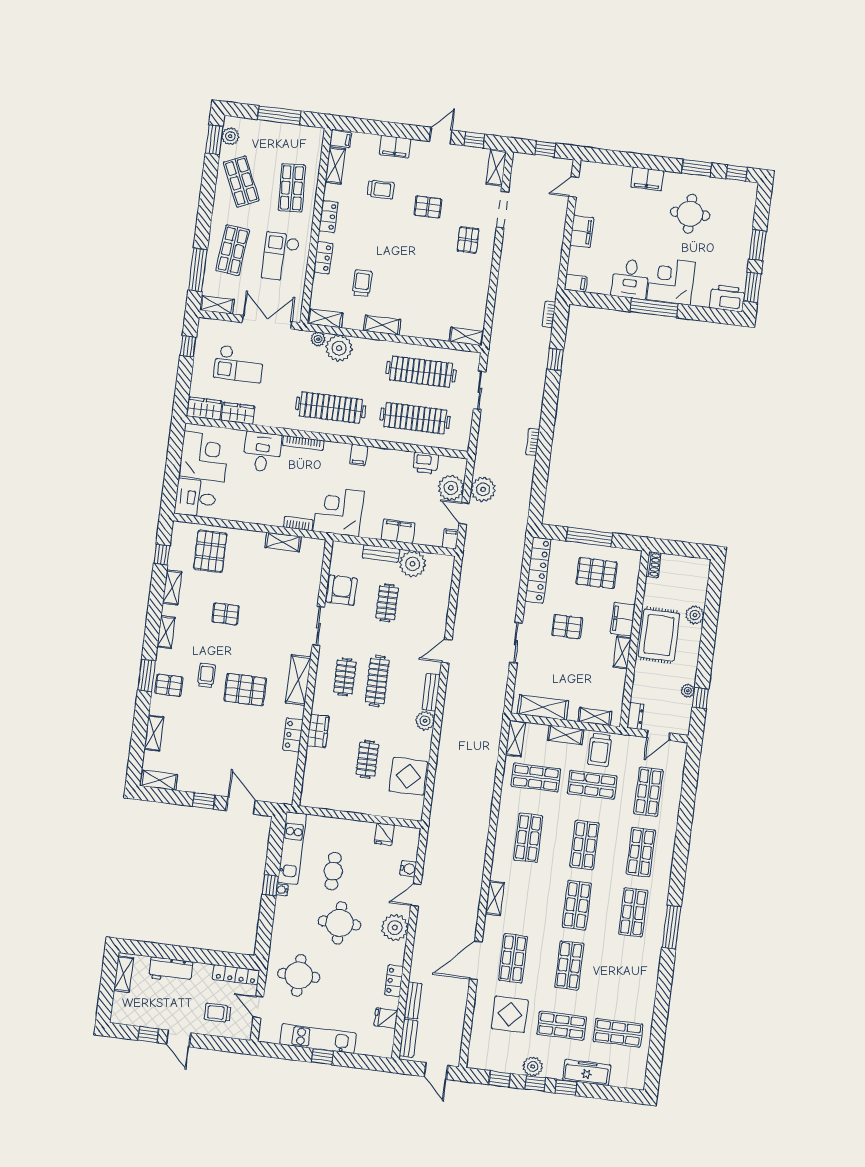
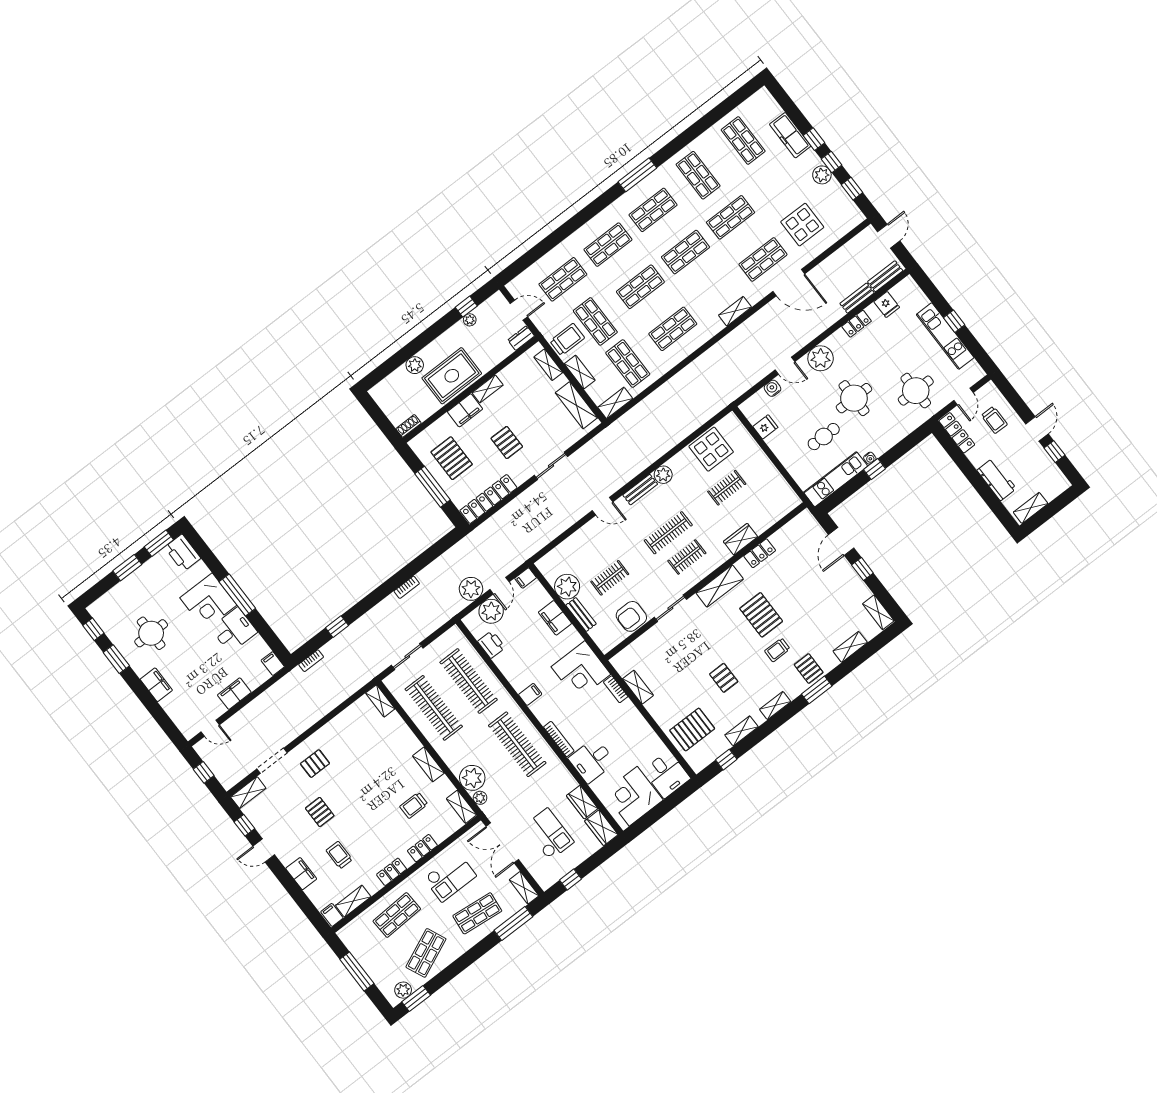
shop shelf: (562, 1026) -> (698, 175), moved

